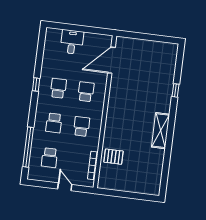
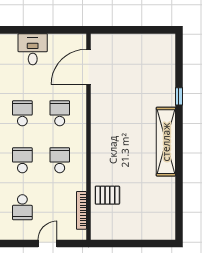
school desk: (54, 123) -> (22, 160), turned 180
shelving: (161, 131) -> (166, 142), width x1.47
door: (65, 187) -> (48, 243), hinge flipped

